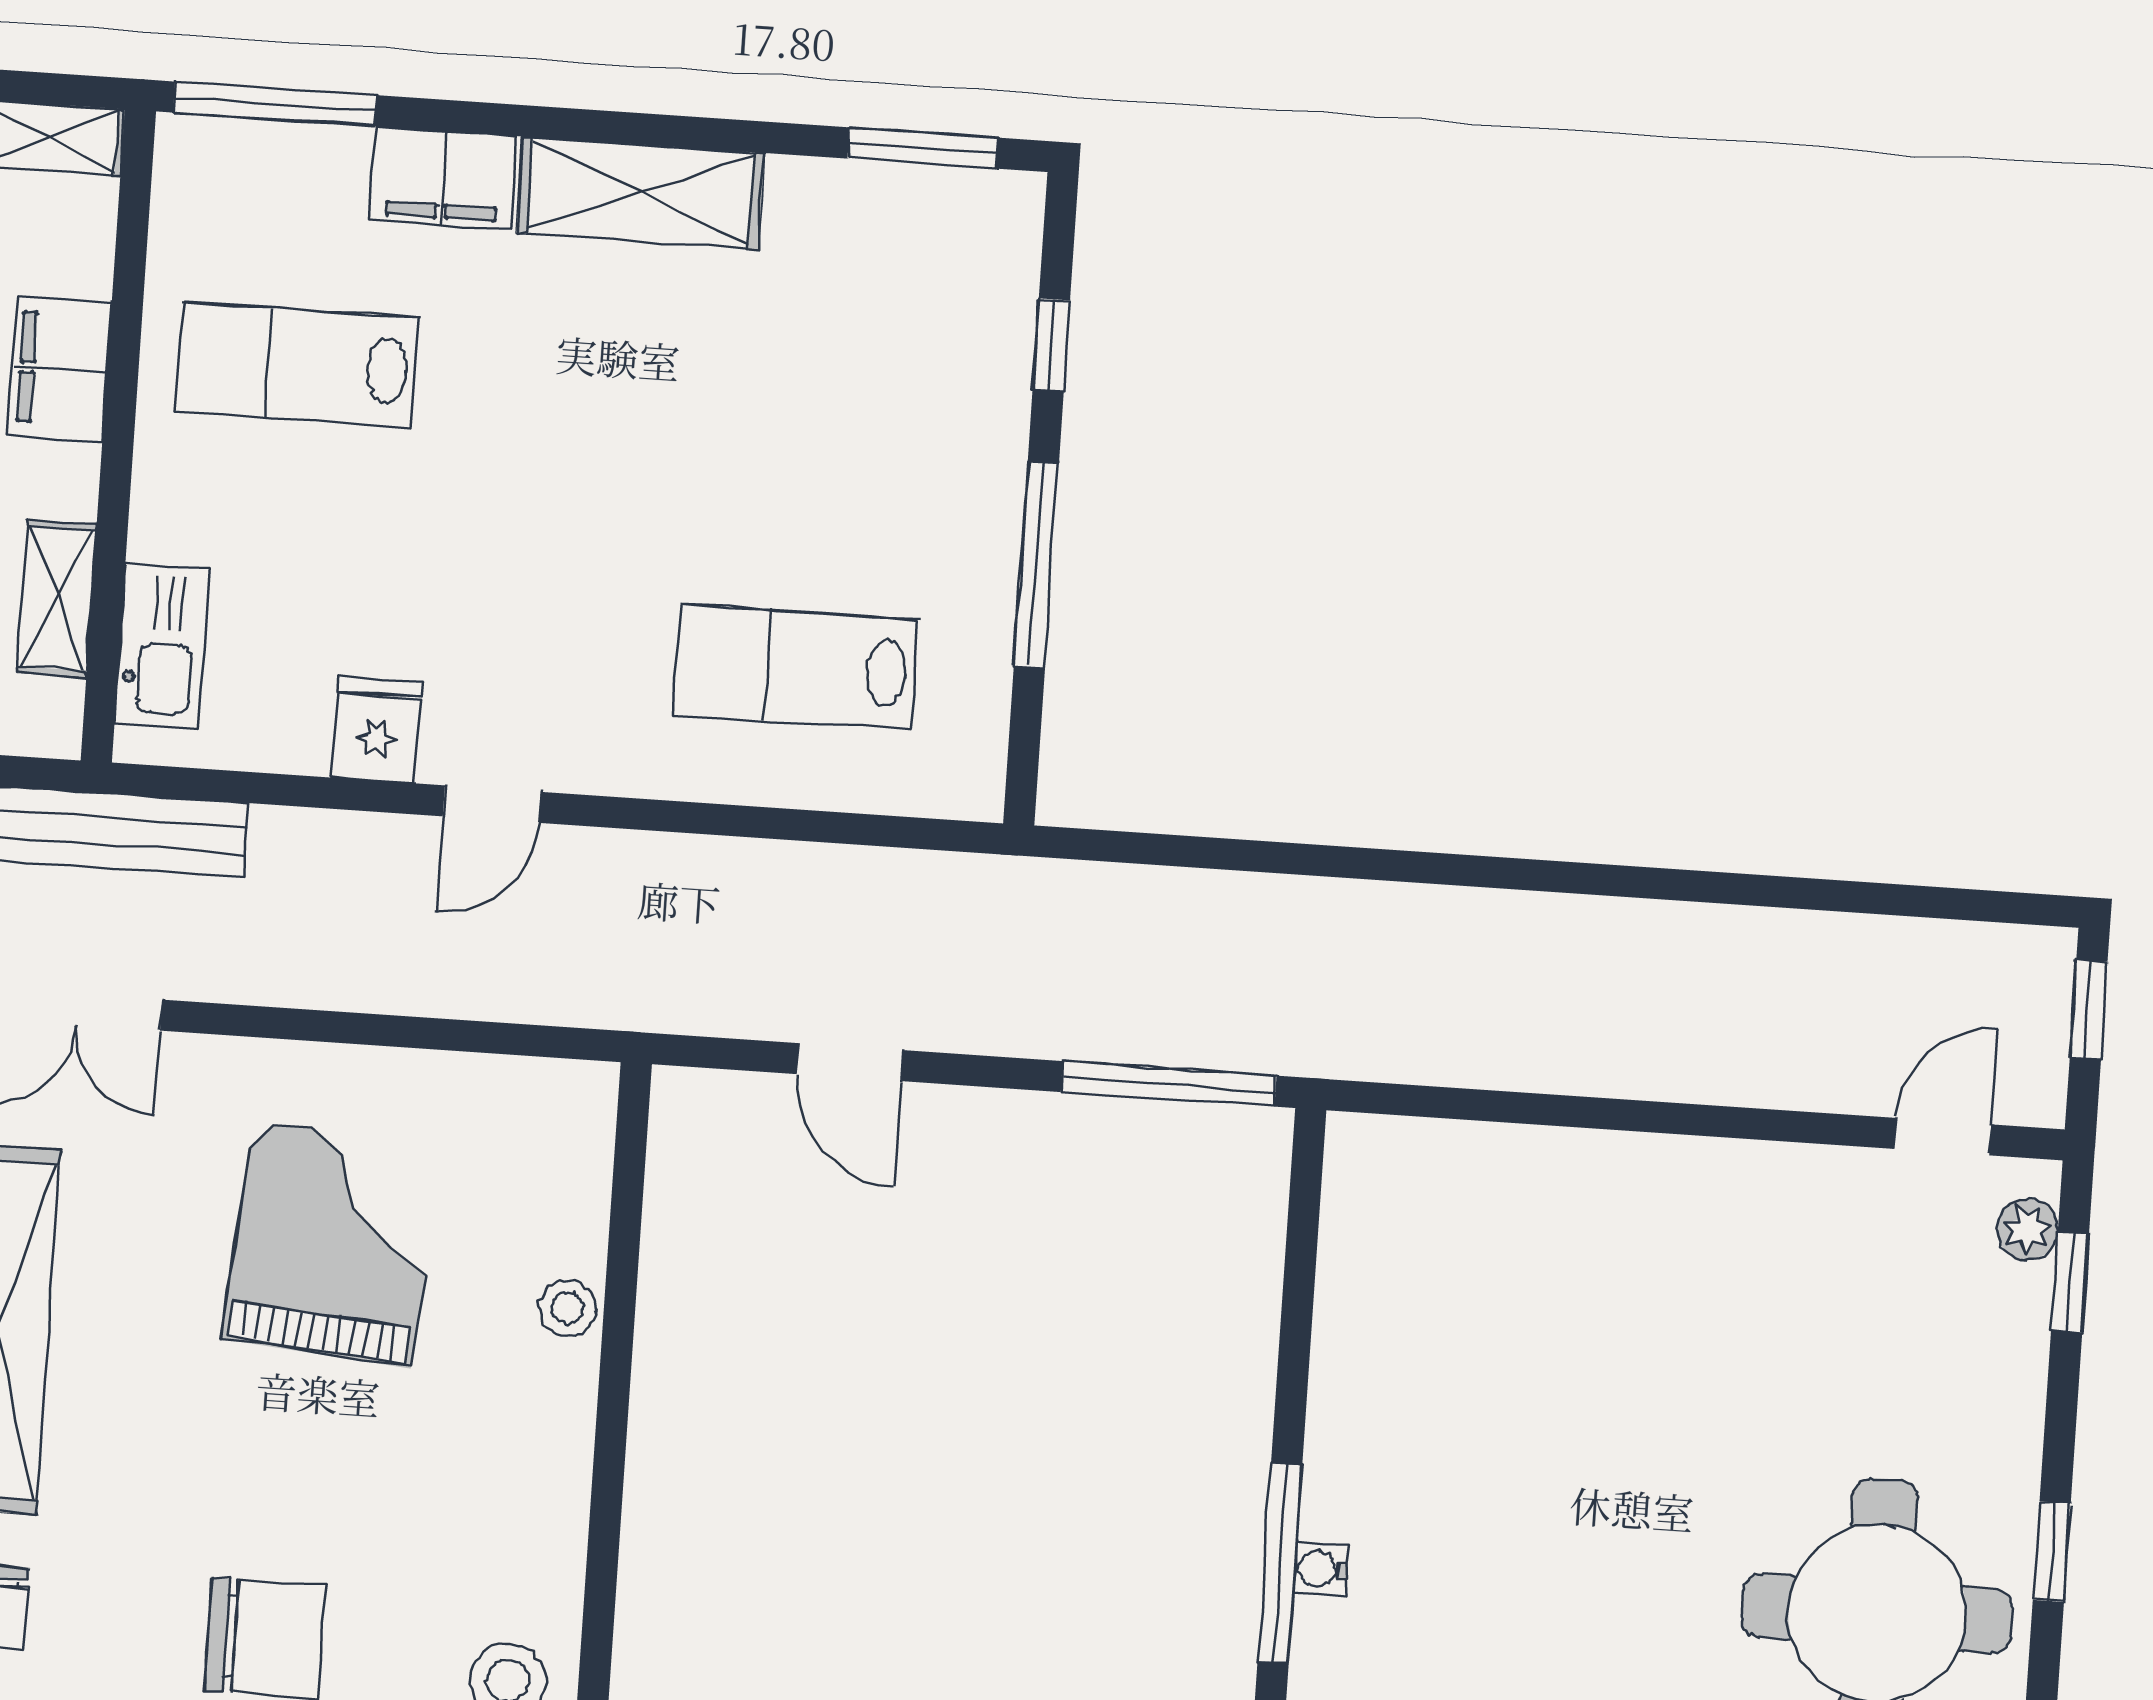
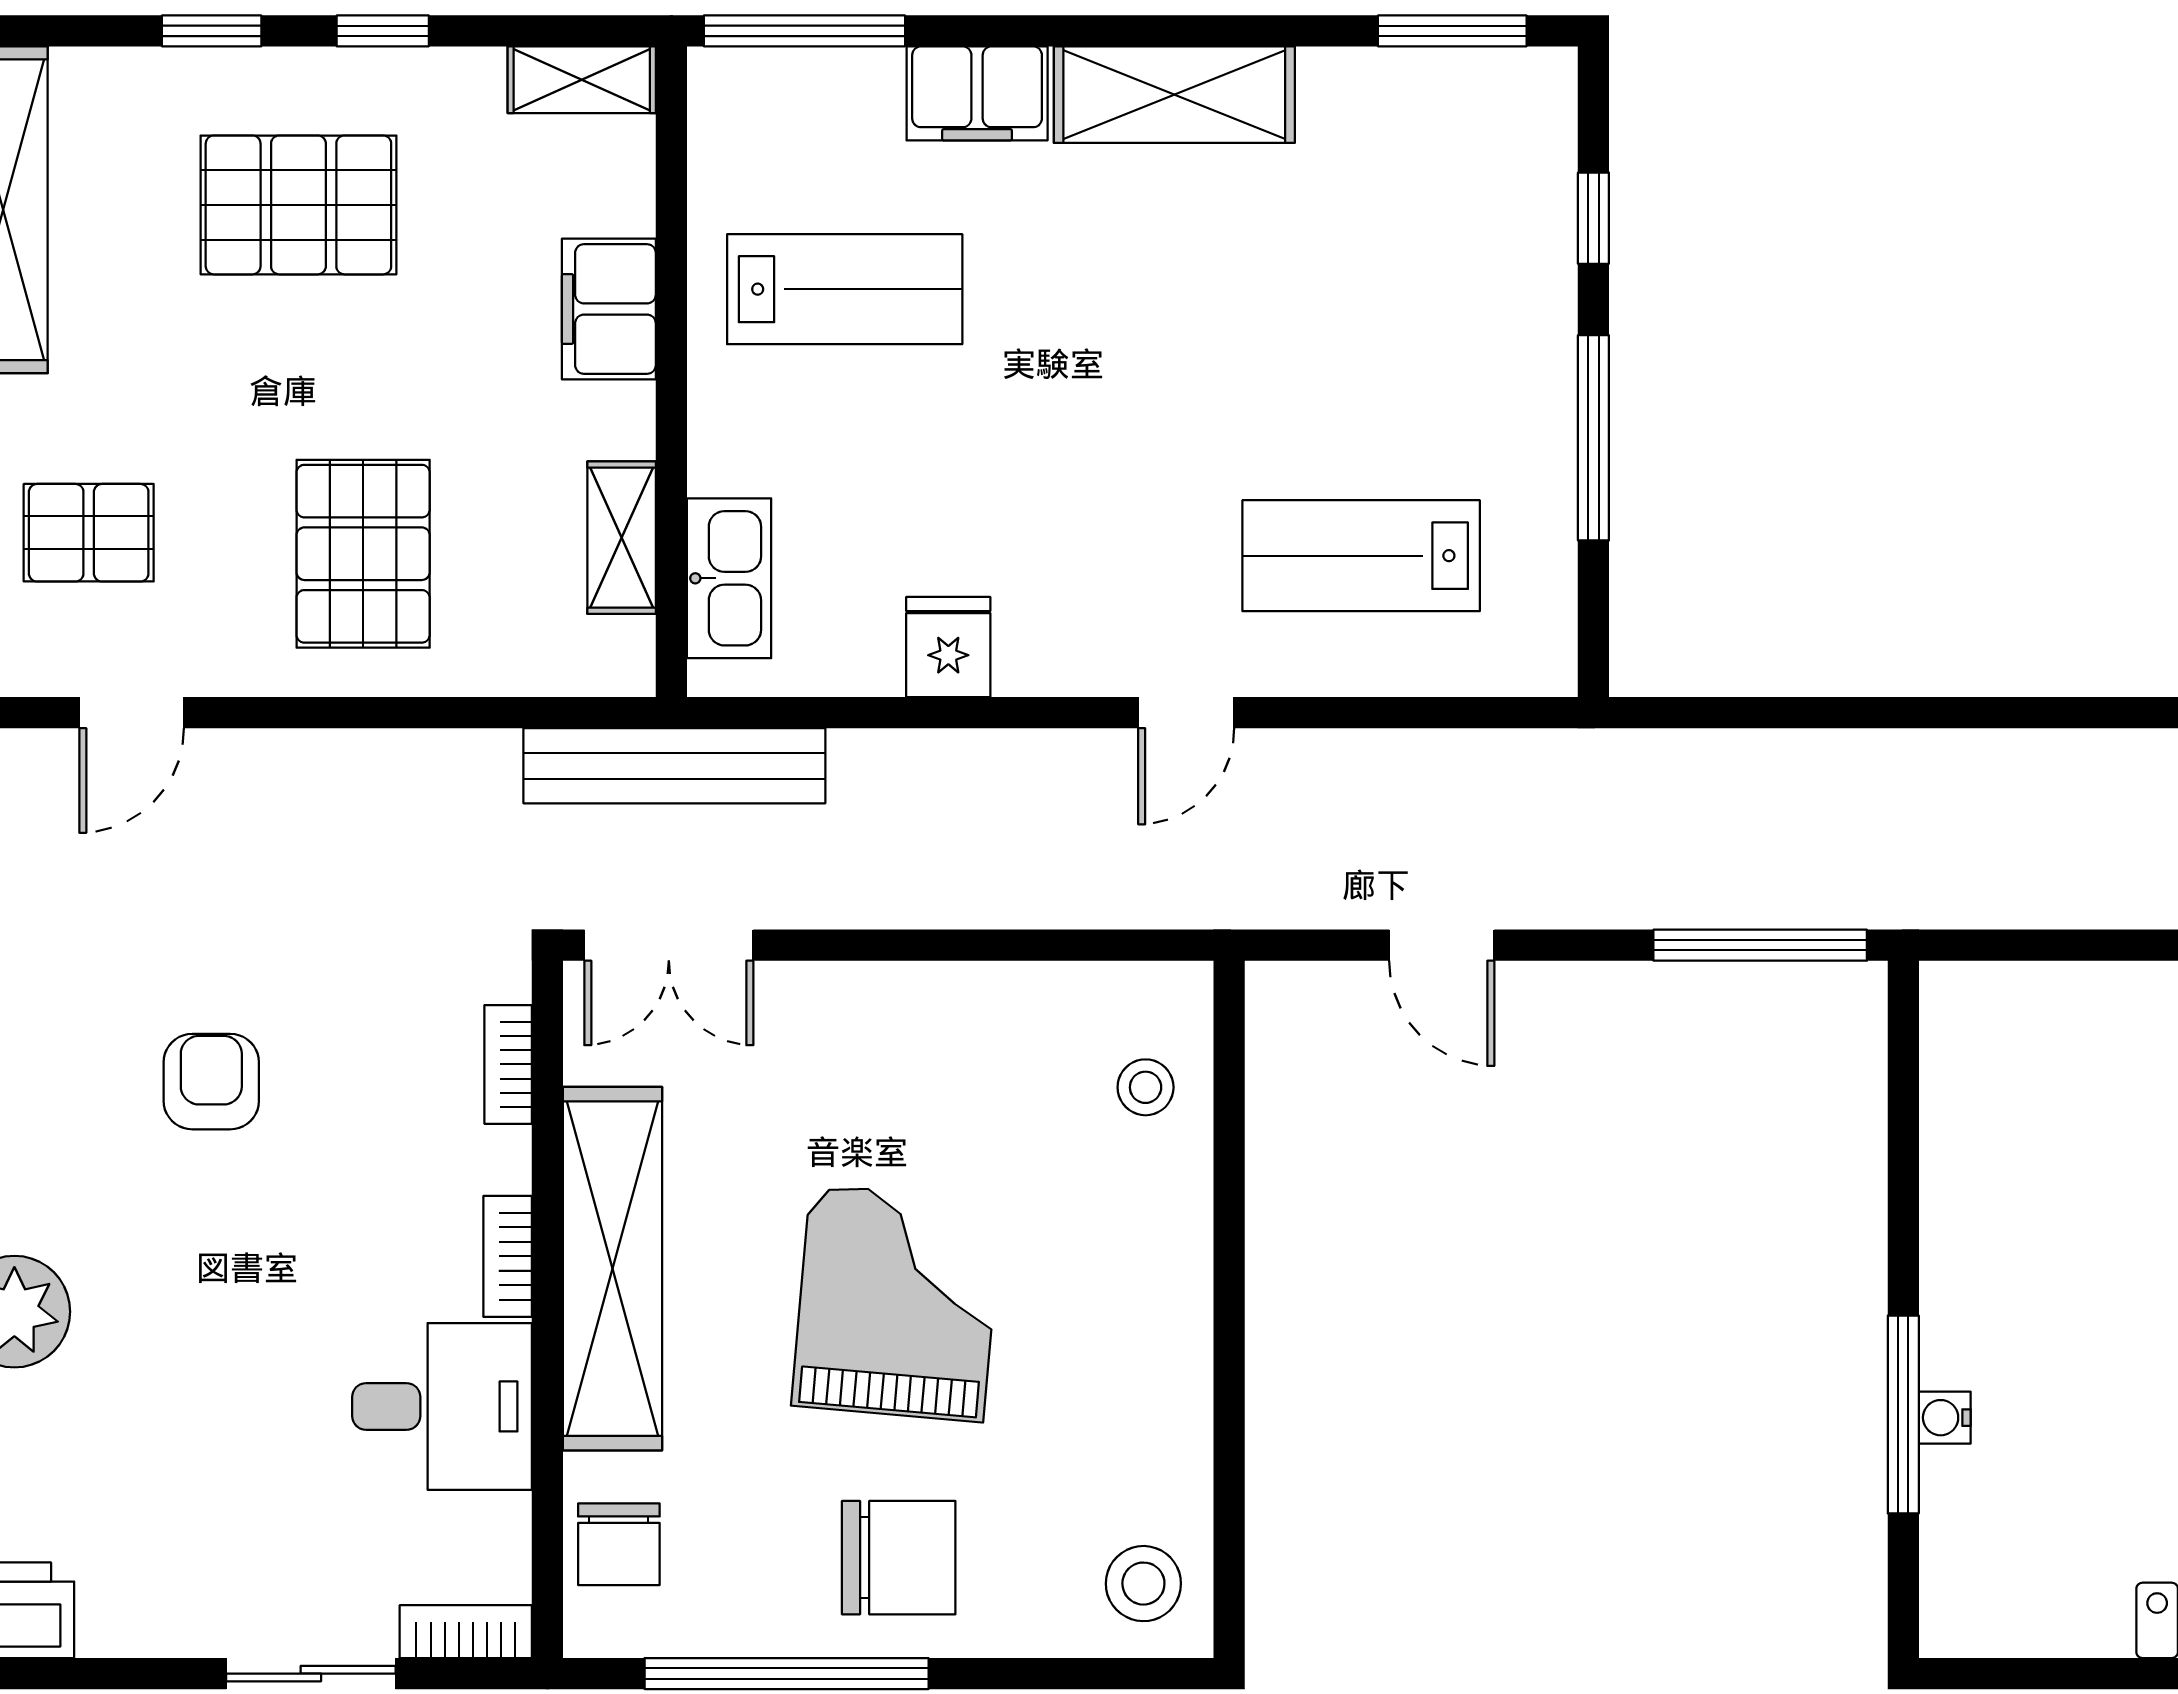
lab bench: (297, 365) -> (845, 289), turned 180
door: (492, 804) -> (1186, 713), moved
grand piano: (332, 1243) -> (897, 1303), moved
stool: (567, 1308) -> (1146, 1087), moved

